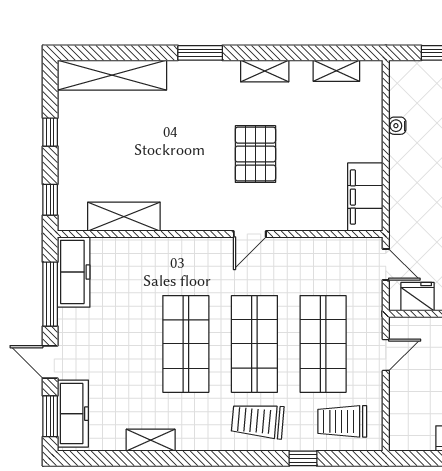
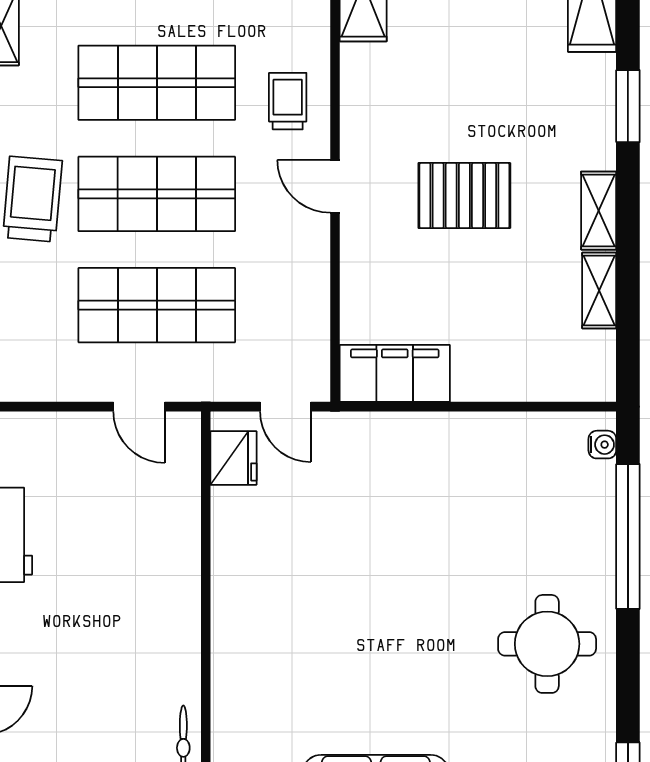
shelving: (336, 71) -> (599, 291), moved
water cooler: (397, 126) -> (602, 445), moved, turned 90
door: (386, 265) -> (285, 407), hinge flipped
trolley: (342, 421) -> (288, 101), moved, width x0.73, depth x0.72

